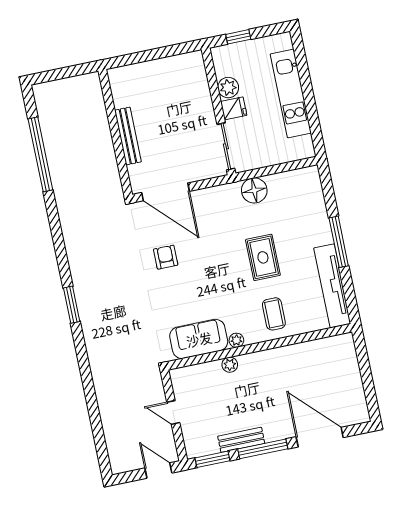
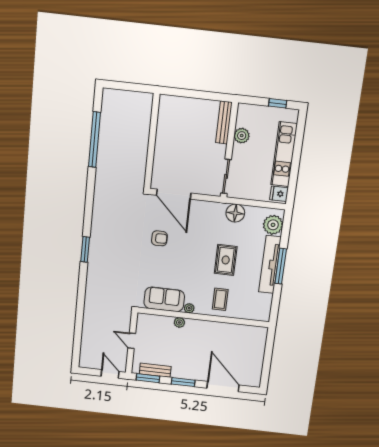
window: (238, 37) -> (278, 103), moved
fridge: (234, 108) -> (279, 194), moved, turned 180
bench: (128, 136) -> (224, 122), moved
plant: (309, 190) -> (273, 225), added
armchair: (166, 257) -> (159, 238), turned 90
tv unit: (332, 286) -> (270, 264), moved
bench: (241, 440) -> (155, 370), moved
window: (263, 449) -> (183, 382), width x0.69

